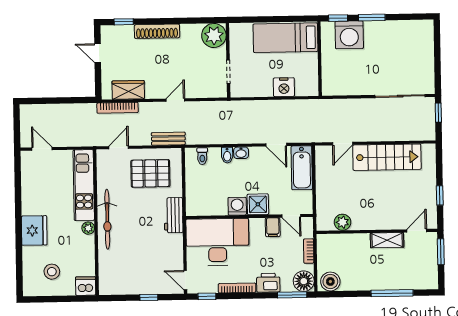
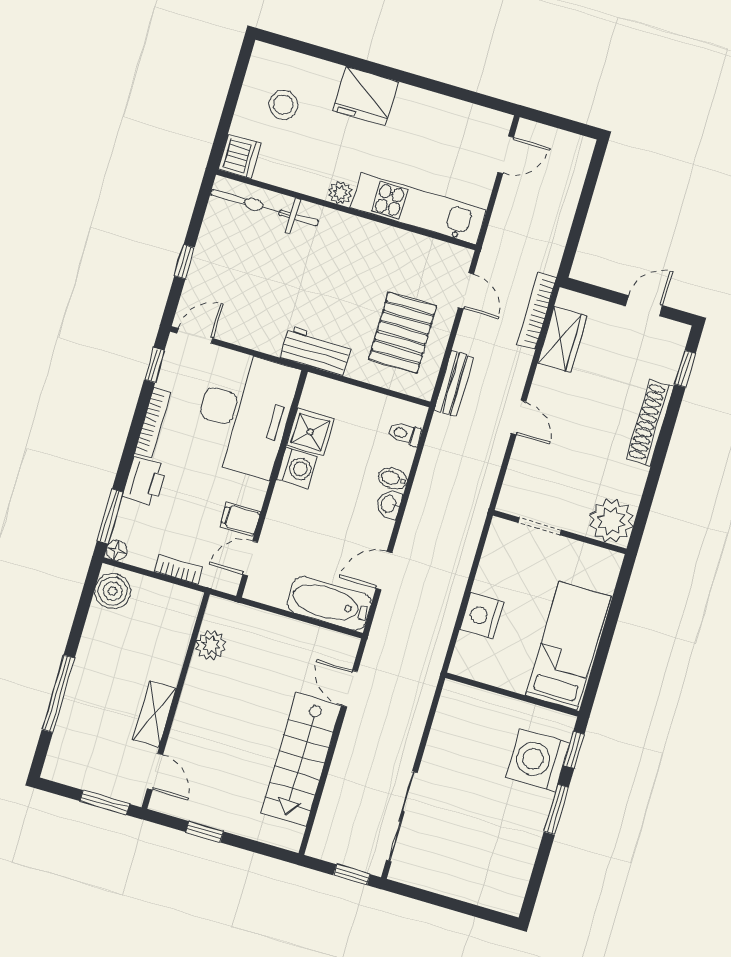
shower: (258, 204) -> (310, 432), moved
bicycle: (107, 219) -> (264, 208), moved
floor lamp: (304, 281) -> (117, 550), width x0.53, depth x0.53

